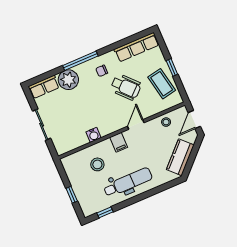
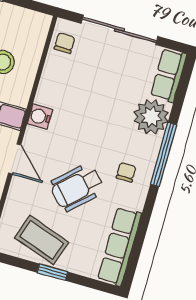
coffee table: (162, 84) -> (42, 240), turned 30
sliding door: (42, 125) -> (119, 30), width x1.37
water cooler: (94, 135) -> (40, 117), moved
chair: (67, 144) -> (64, 43), added

